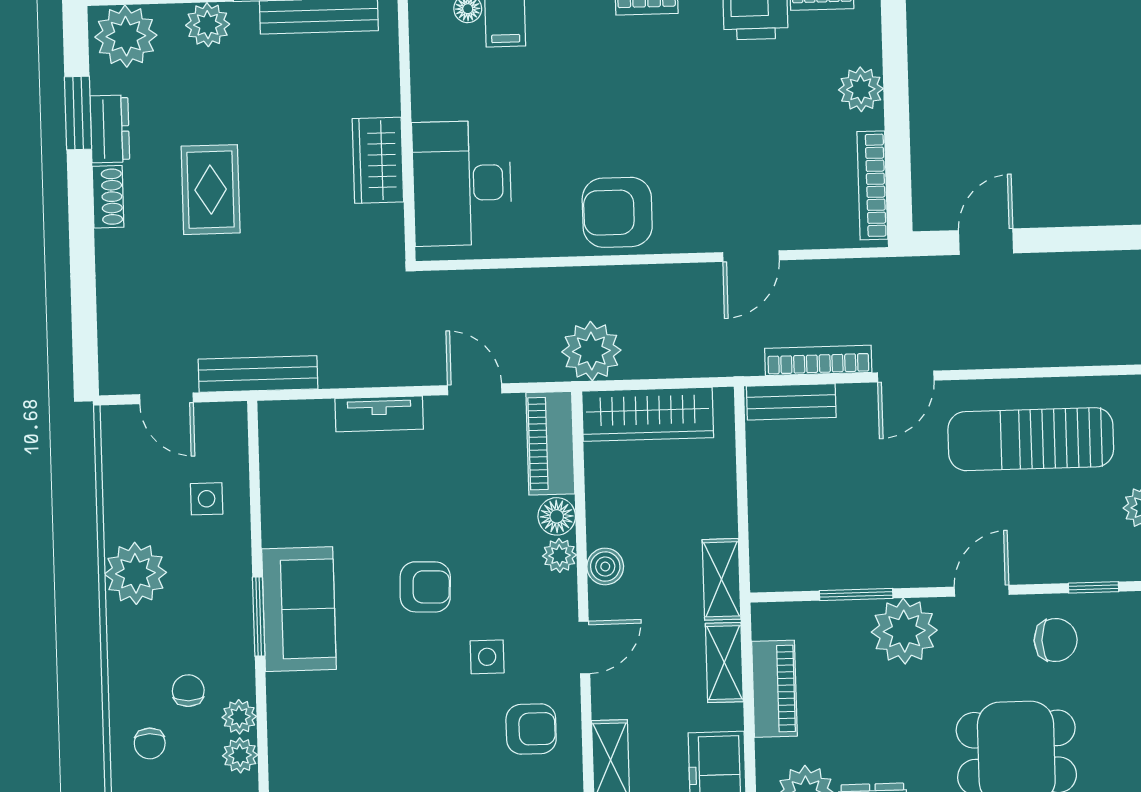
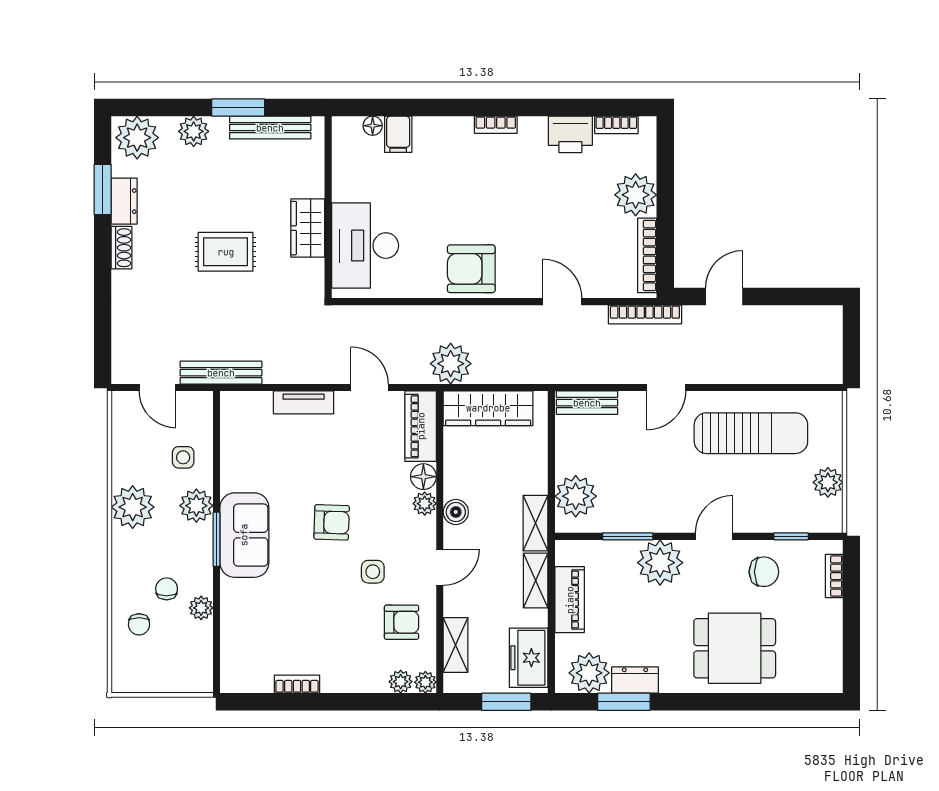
plant: (861, 89) -> (636, 195), width x1.36, depth x1.36
rug: (211, 190) -> (226, 252), moved, turned 90
door: (751, 256) -> (562, 302), swing flipped
bookcase: (818, 360) -> (645, 314), moved, turned 180
sun lounger: (1031, 439) -> (751, 433), turned 180
plant: (779, 538) -> (576, 496), added
plant: (240, 755) -> (196, 506), moved, width x1.38, depth x1.38

